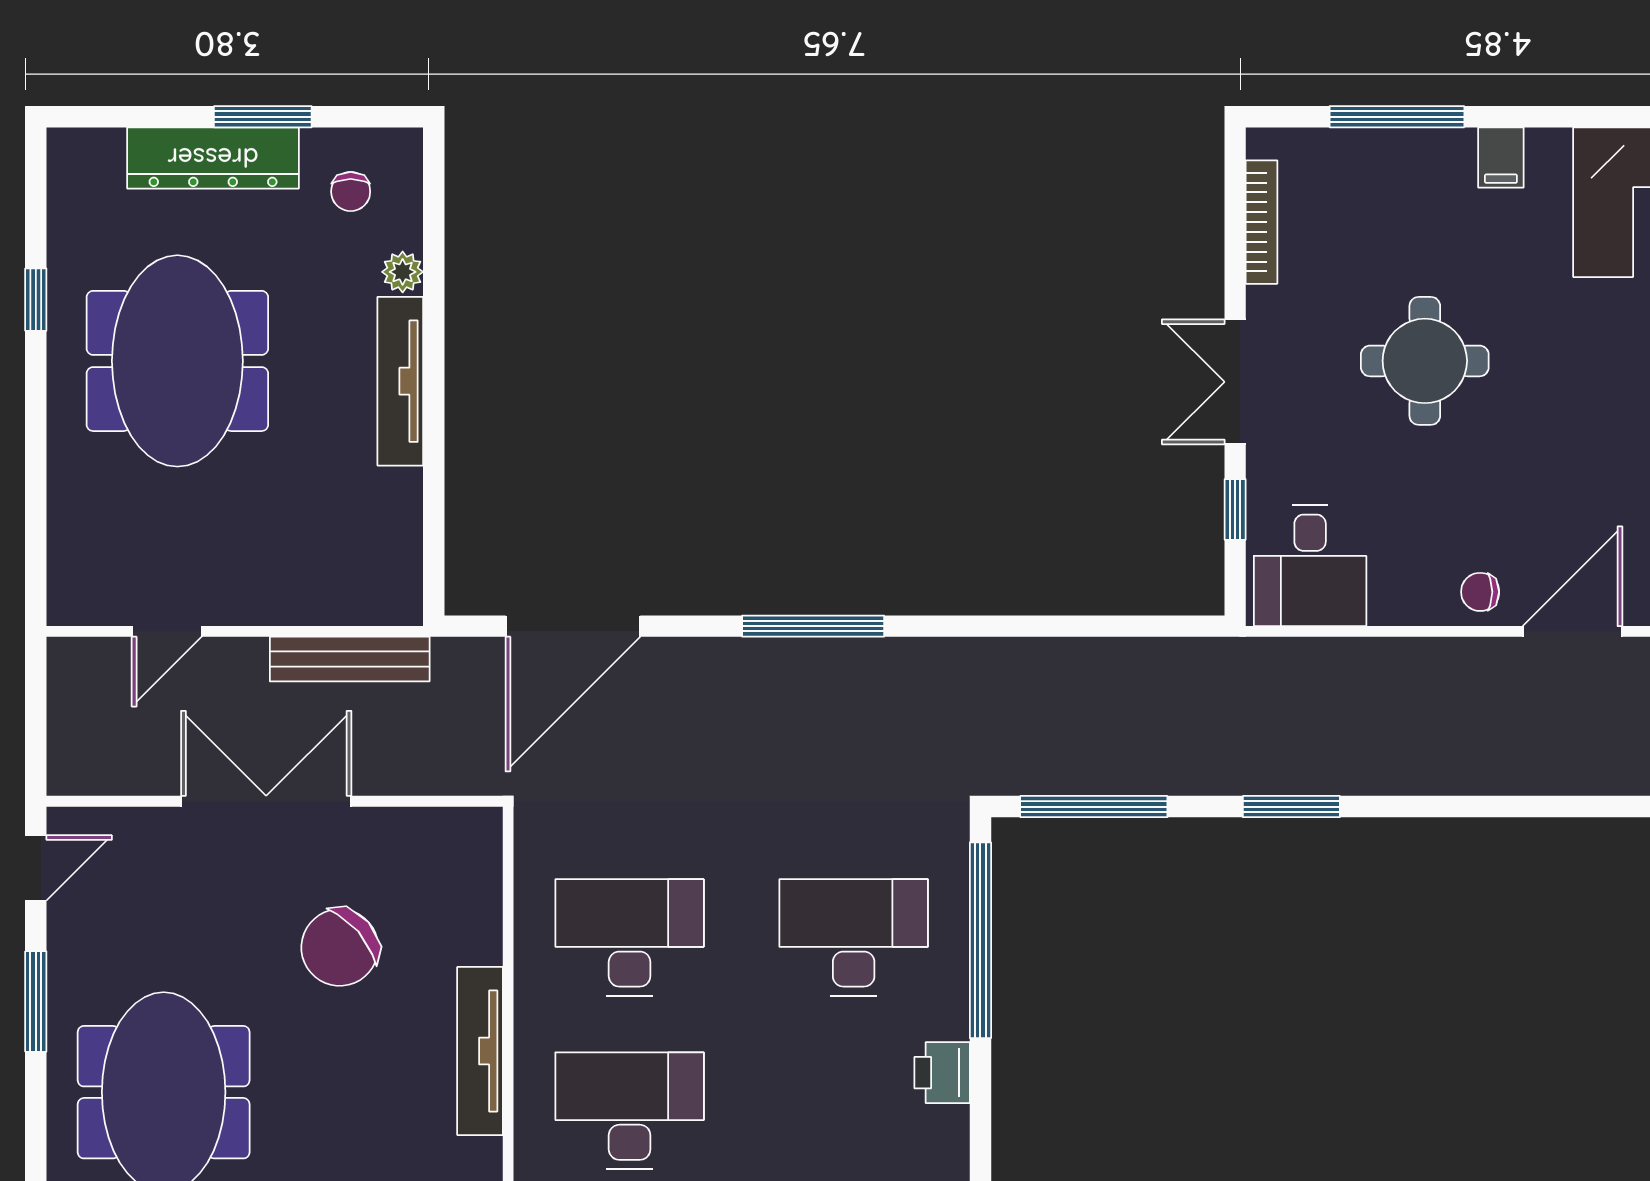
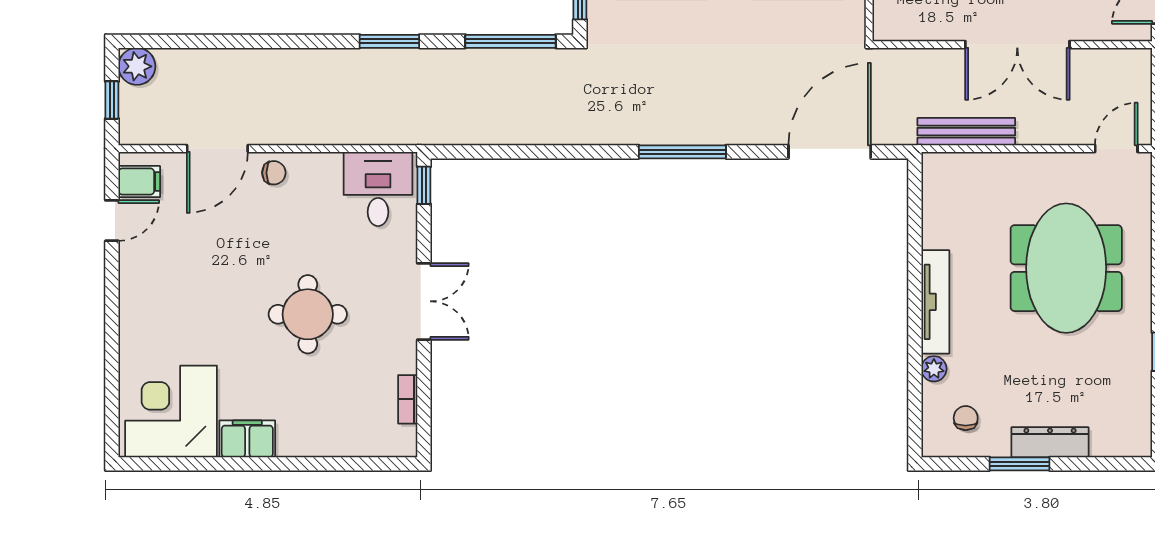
window: (1397, 117) -> (325, 464), removed
dresser: (213, 158) -> (1050, 442), width x0.73, depth x0.80
filing cabinet: (1501, 158) -> (247, 439), width x2.00
bookcase: (1262, 222) -> (408, 399), width x0.64
meeting table: (177, 361) -> (1066, 268), moved
window: (1235, 509) -> (424, 185), moved
door: (167, 631) -> (1116, 149), moved

